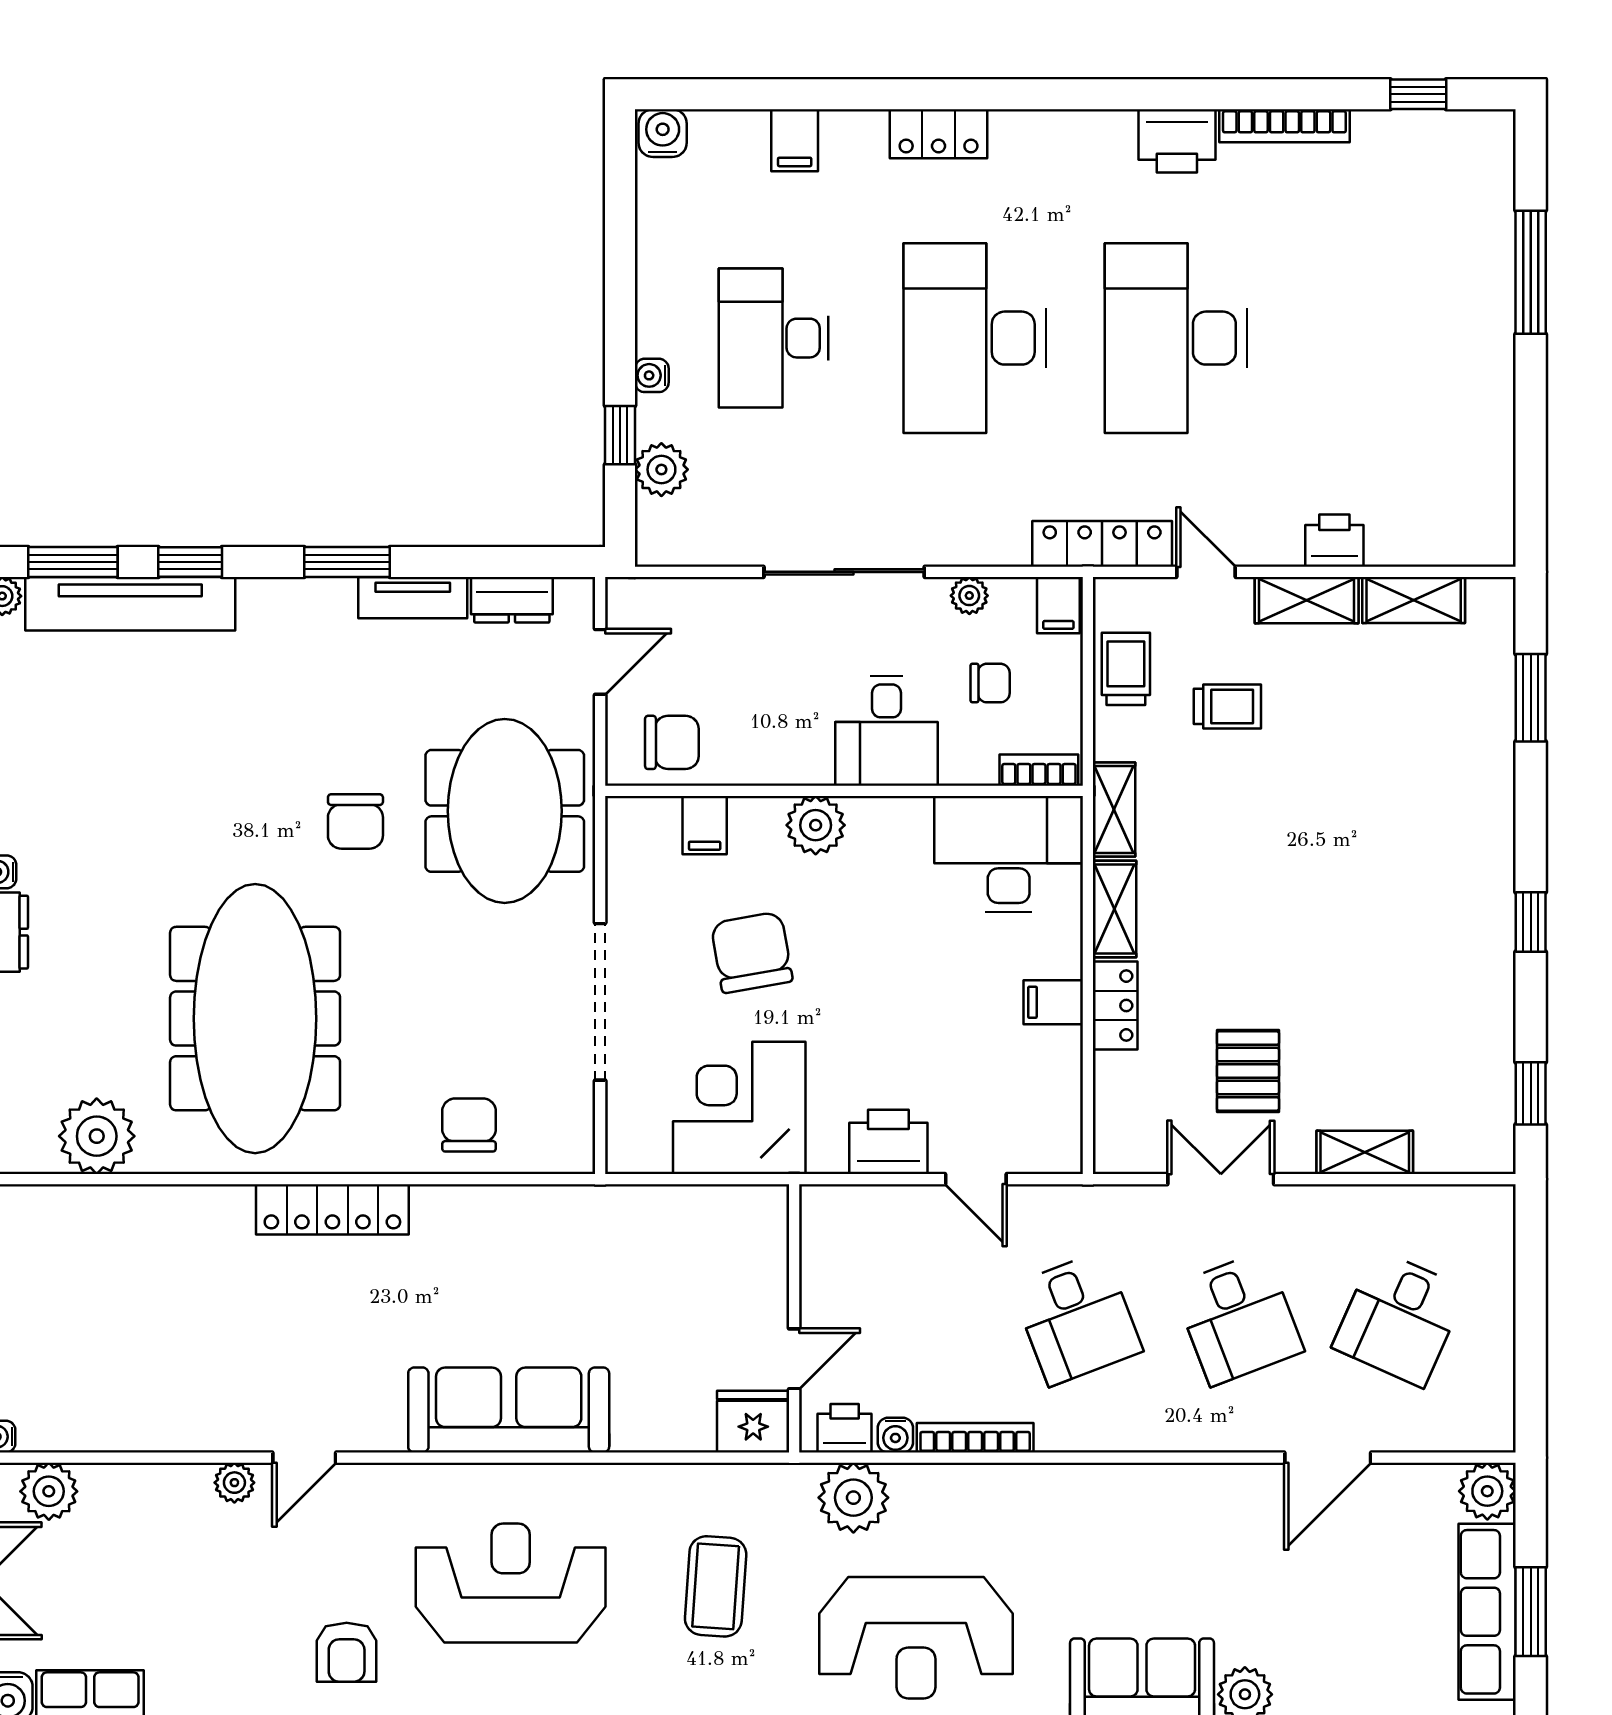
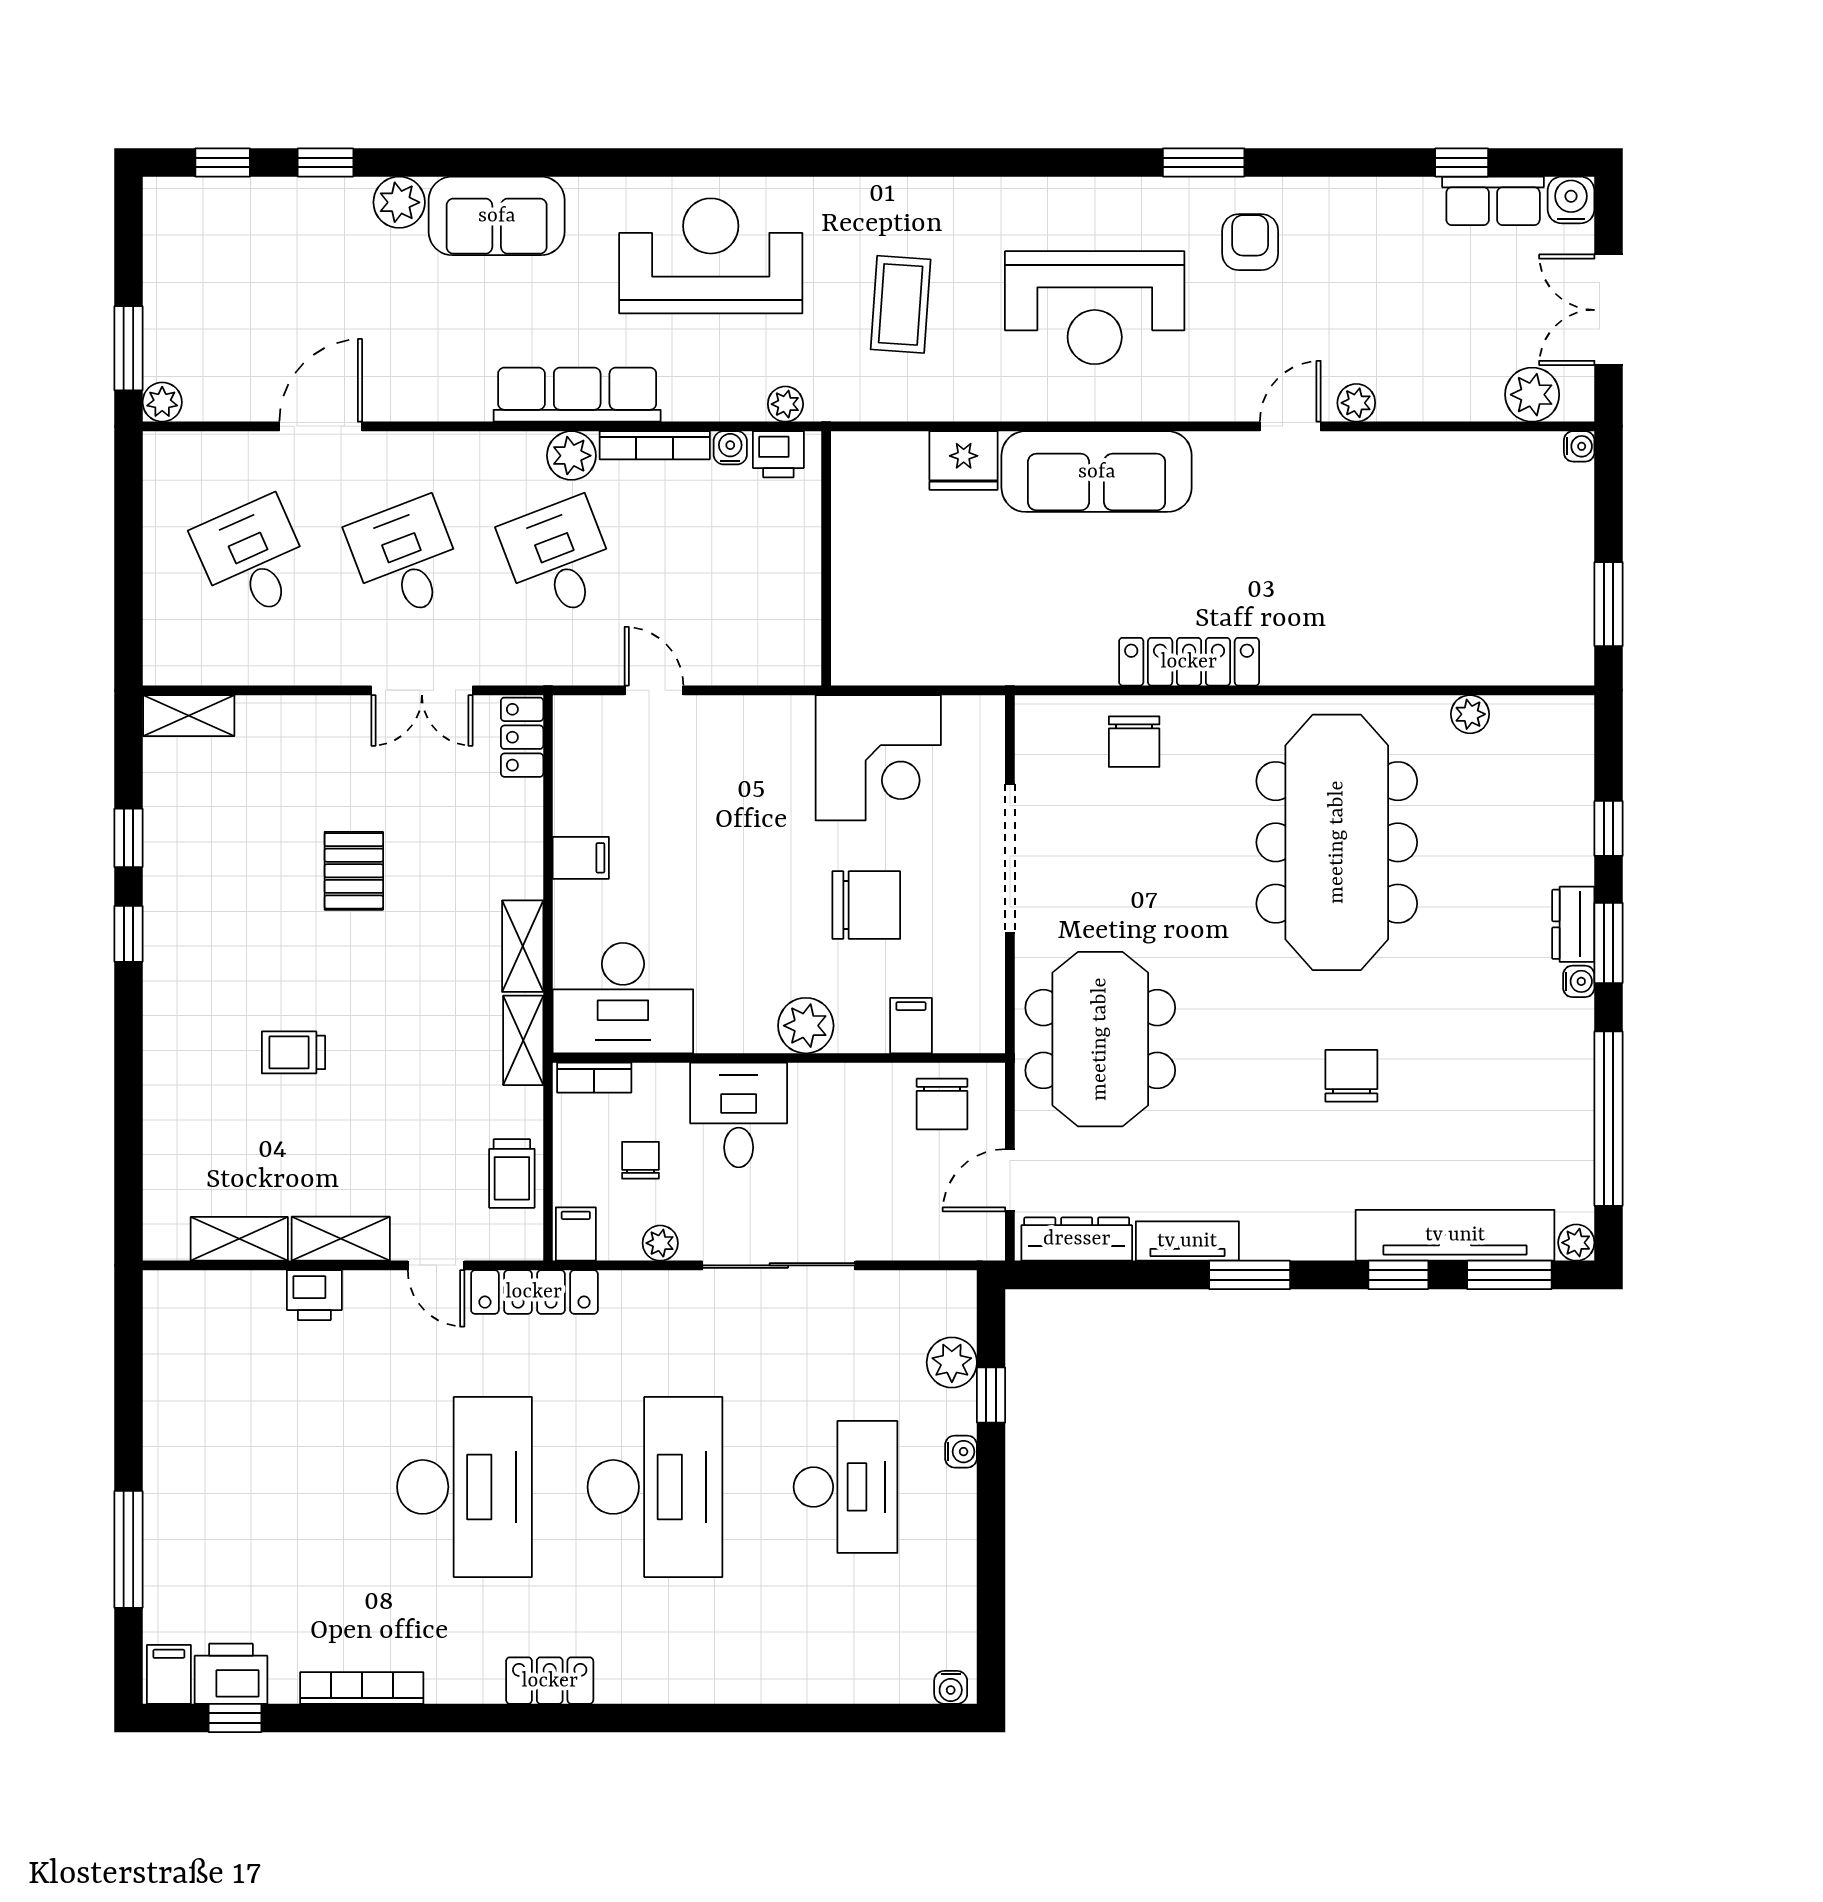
water cooler: (663, 133) -> (951, 1687), width x0.72, depth x0.72
locker: (939, 134) -> (550, 1681), moved
filing cabinet: (795, 140) -> (169, 1674), moved
printer: (1177, 141) -> (231, 1674), moved
dresser: (512, 600) -> (1077, 1239), width x1.44
chair: (990, 683) -> (641, 1160), turned 90
window: (1531, 698) -> (128, 1146), removed
trolley: (1227, 706) -> (294, 1052), moved
chair: (672, 742) -> (942, 1104), turned -90
chair: (355, 821) -> (1351, 1076), moved
chair: (752, 952) -> (866, 905), turned -80
locker: (1115, 1006) -> (522, 737), moved
pallet: (1248, 1071) -> (354, 871), moved
window: (1531, 1093) -> (128, 838), moved
plant: (97, 1136) -> (1470, 714), width x0.53, depth x0.53
printer: (888, 1142) -> (737, 726), removed
shelving: (1365, 1152) -> (189, 716), moved
locker: (332, 1209) -> (1189, 662), moved
desk: (1400, 1318) -> (253, 558), turned -48
door: (794, 1359) -> (826, 520), removed
fridge: (753, 1422) -> (964, 460), moved
plant: (1063, 1427) -> (571, 456), added
plant: (1487, 1491) -> (162, 402), width x0.73, depth x0.73
plant: (853, 1498) -> (785, 404), width x0.53, depth x0.53
row of seats: (1487, 1612) -> (577, 395), moved, turned -90
window: (1531, 1612) -> (128, 348), moved

